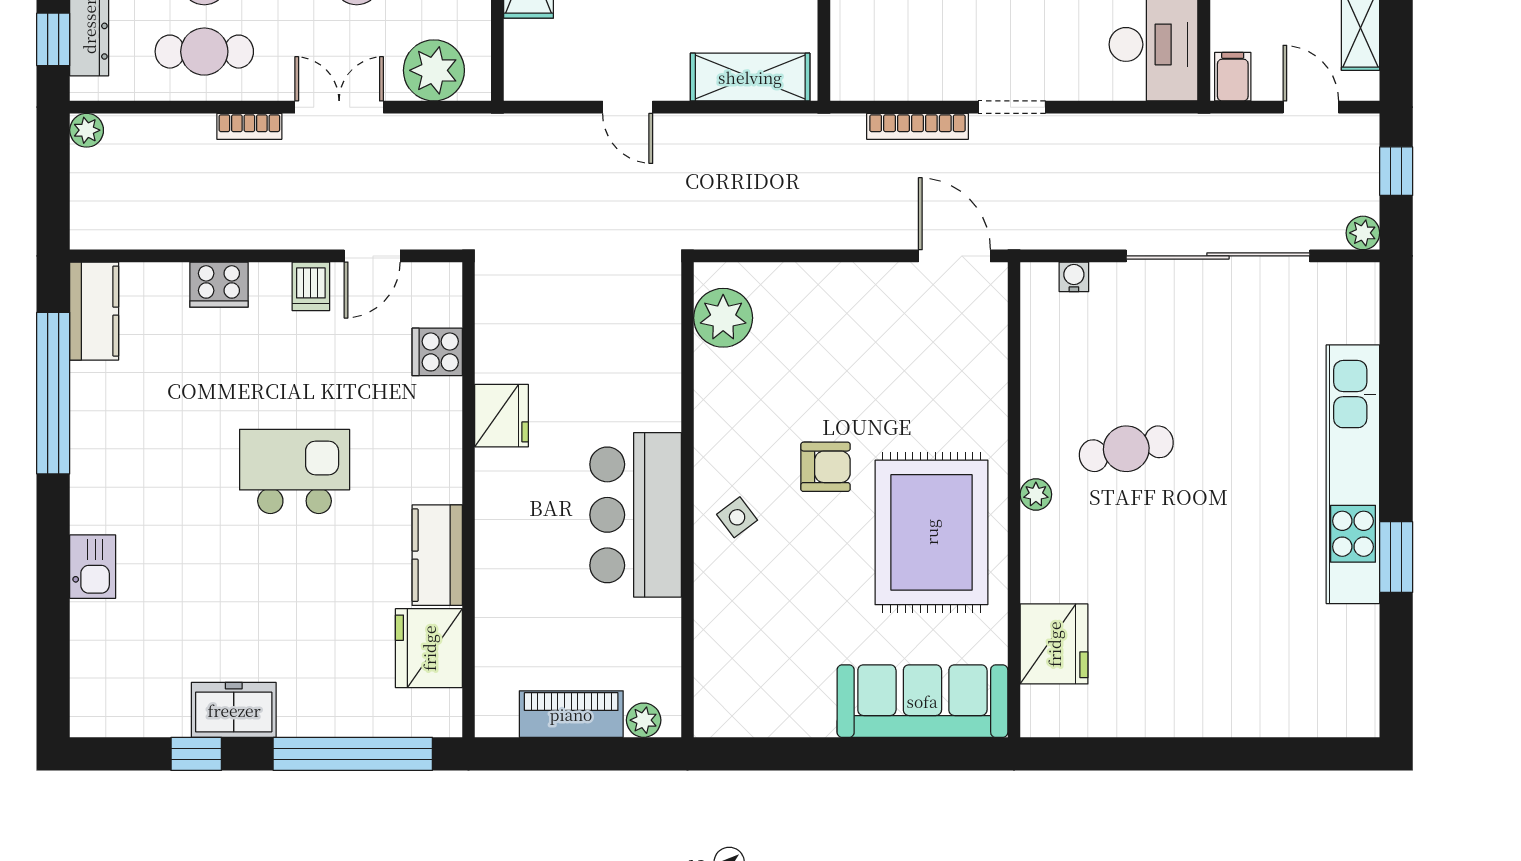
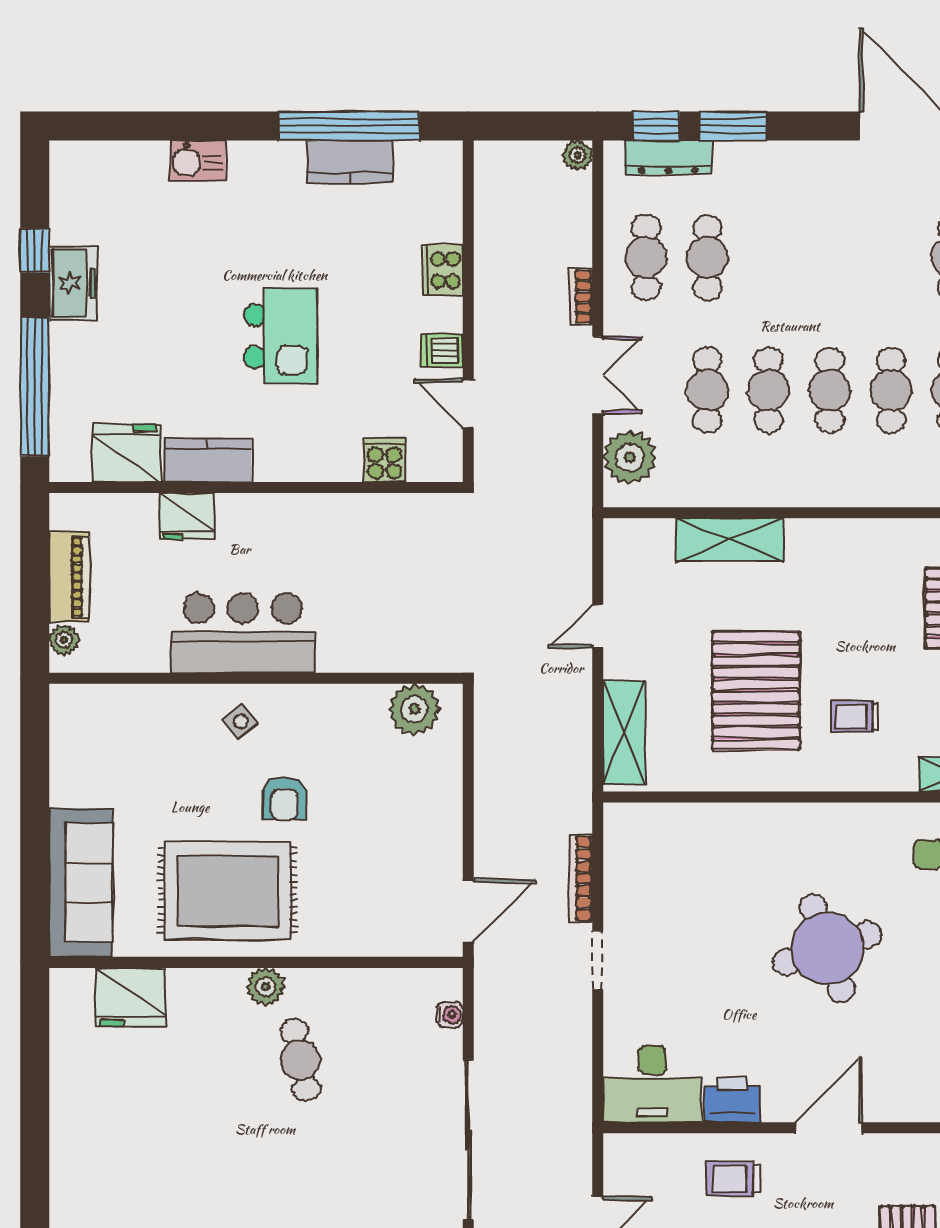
filing cabinet: (1233, 77) -> (624, 1153), removed
kitchen counter: (94, 311) -> (350, 162), moved
fridge: (502, 416) -> (187, 516), moved
plant: (1036, 494) -> (266, 987), width x1.38, depth x1.38

